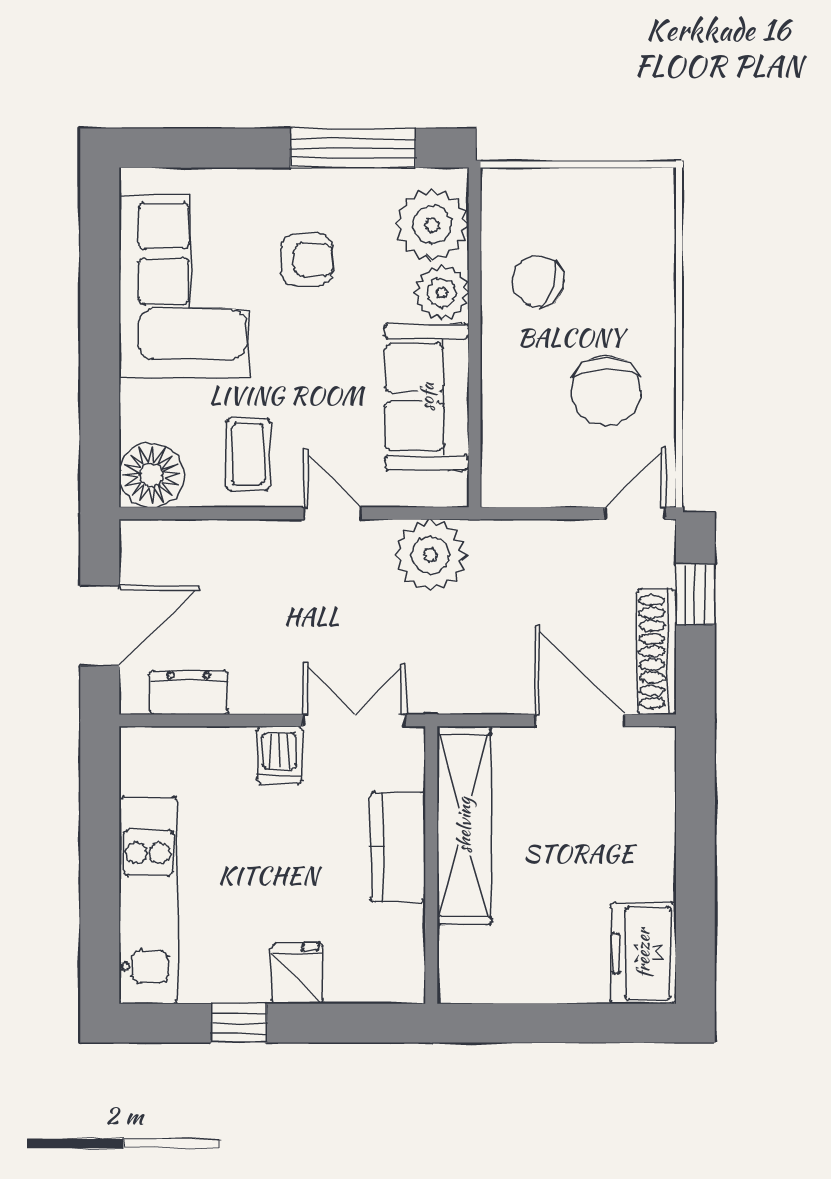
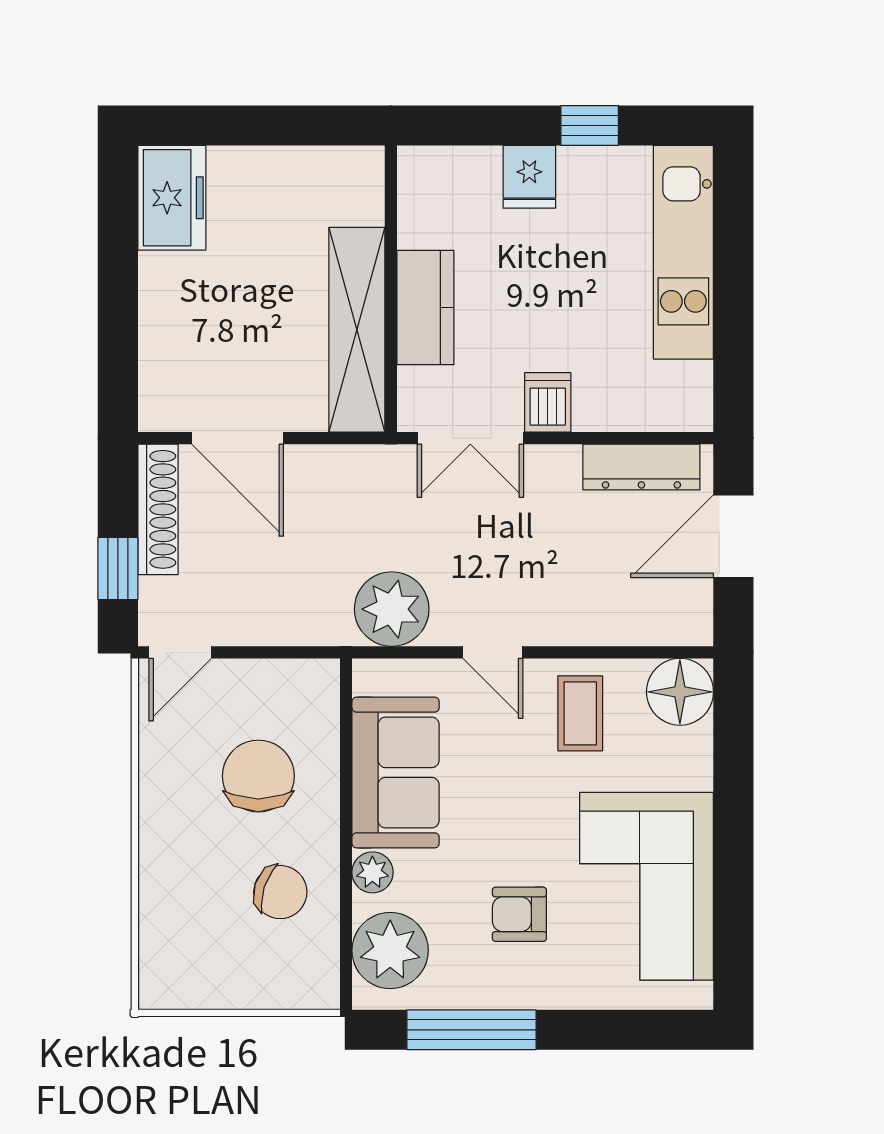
plant: (442, 293) -> (372, 872), width x0.73, depth x0.73
chair: (606, 391) -> (258, 776), moved
dresser: (189, 693) -> (641, 467), width x1.44

